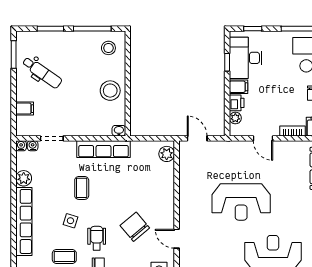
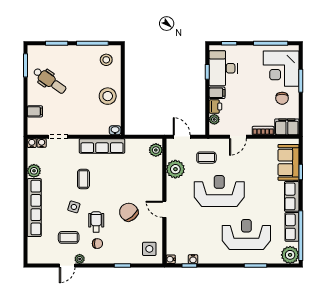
door: (263, 138) -> (238, 137), hinge flipped
coffee table: (226, 163) -> (206, 158), added
plant: (190, 176) -> (175, 169), added
reception desk: (241, 202) -> (219, 191), turned 180
door: (177, 239) -> (164, 209), moved

